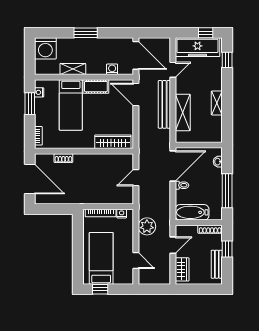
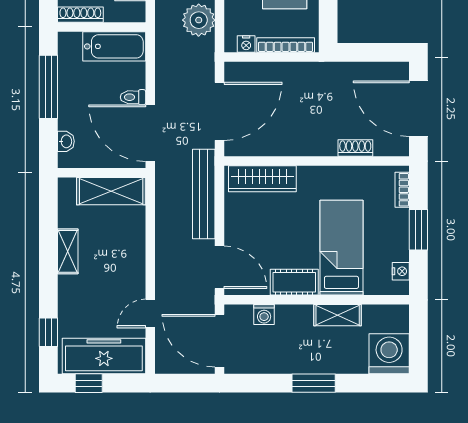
window: (30, 104) -> (418, 230), moved
bench: (164, 104) -> (204, 194), moved
shelving: (183, 112) -> (111, 191), moved, turned 90
door: (173, 166) -> (150, 133), hinge flipped
door: (136, 178) -> (220, 111), width x1.87

